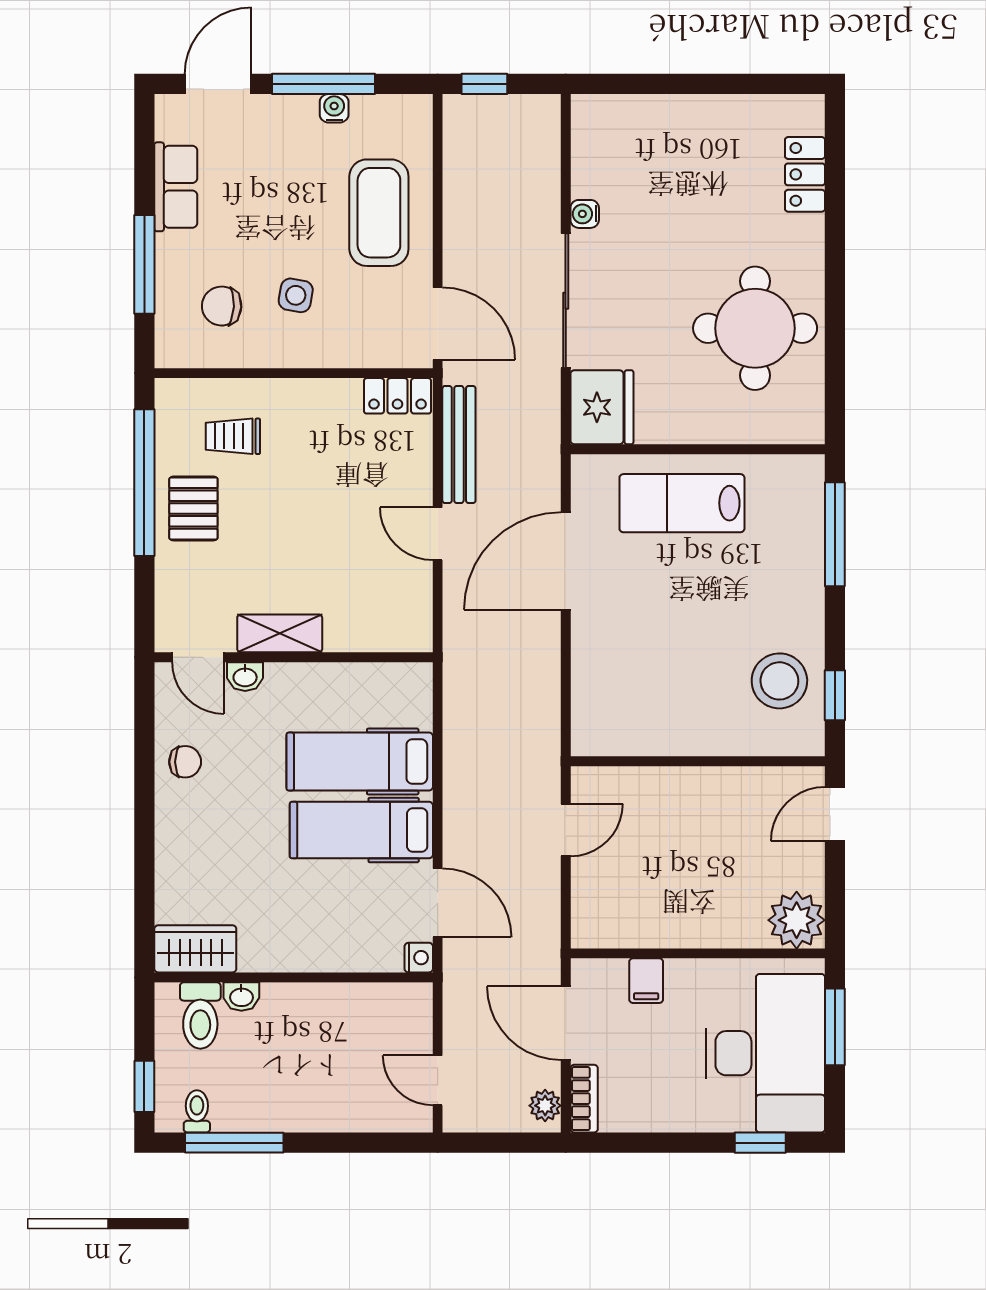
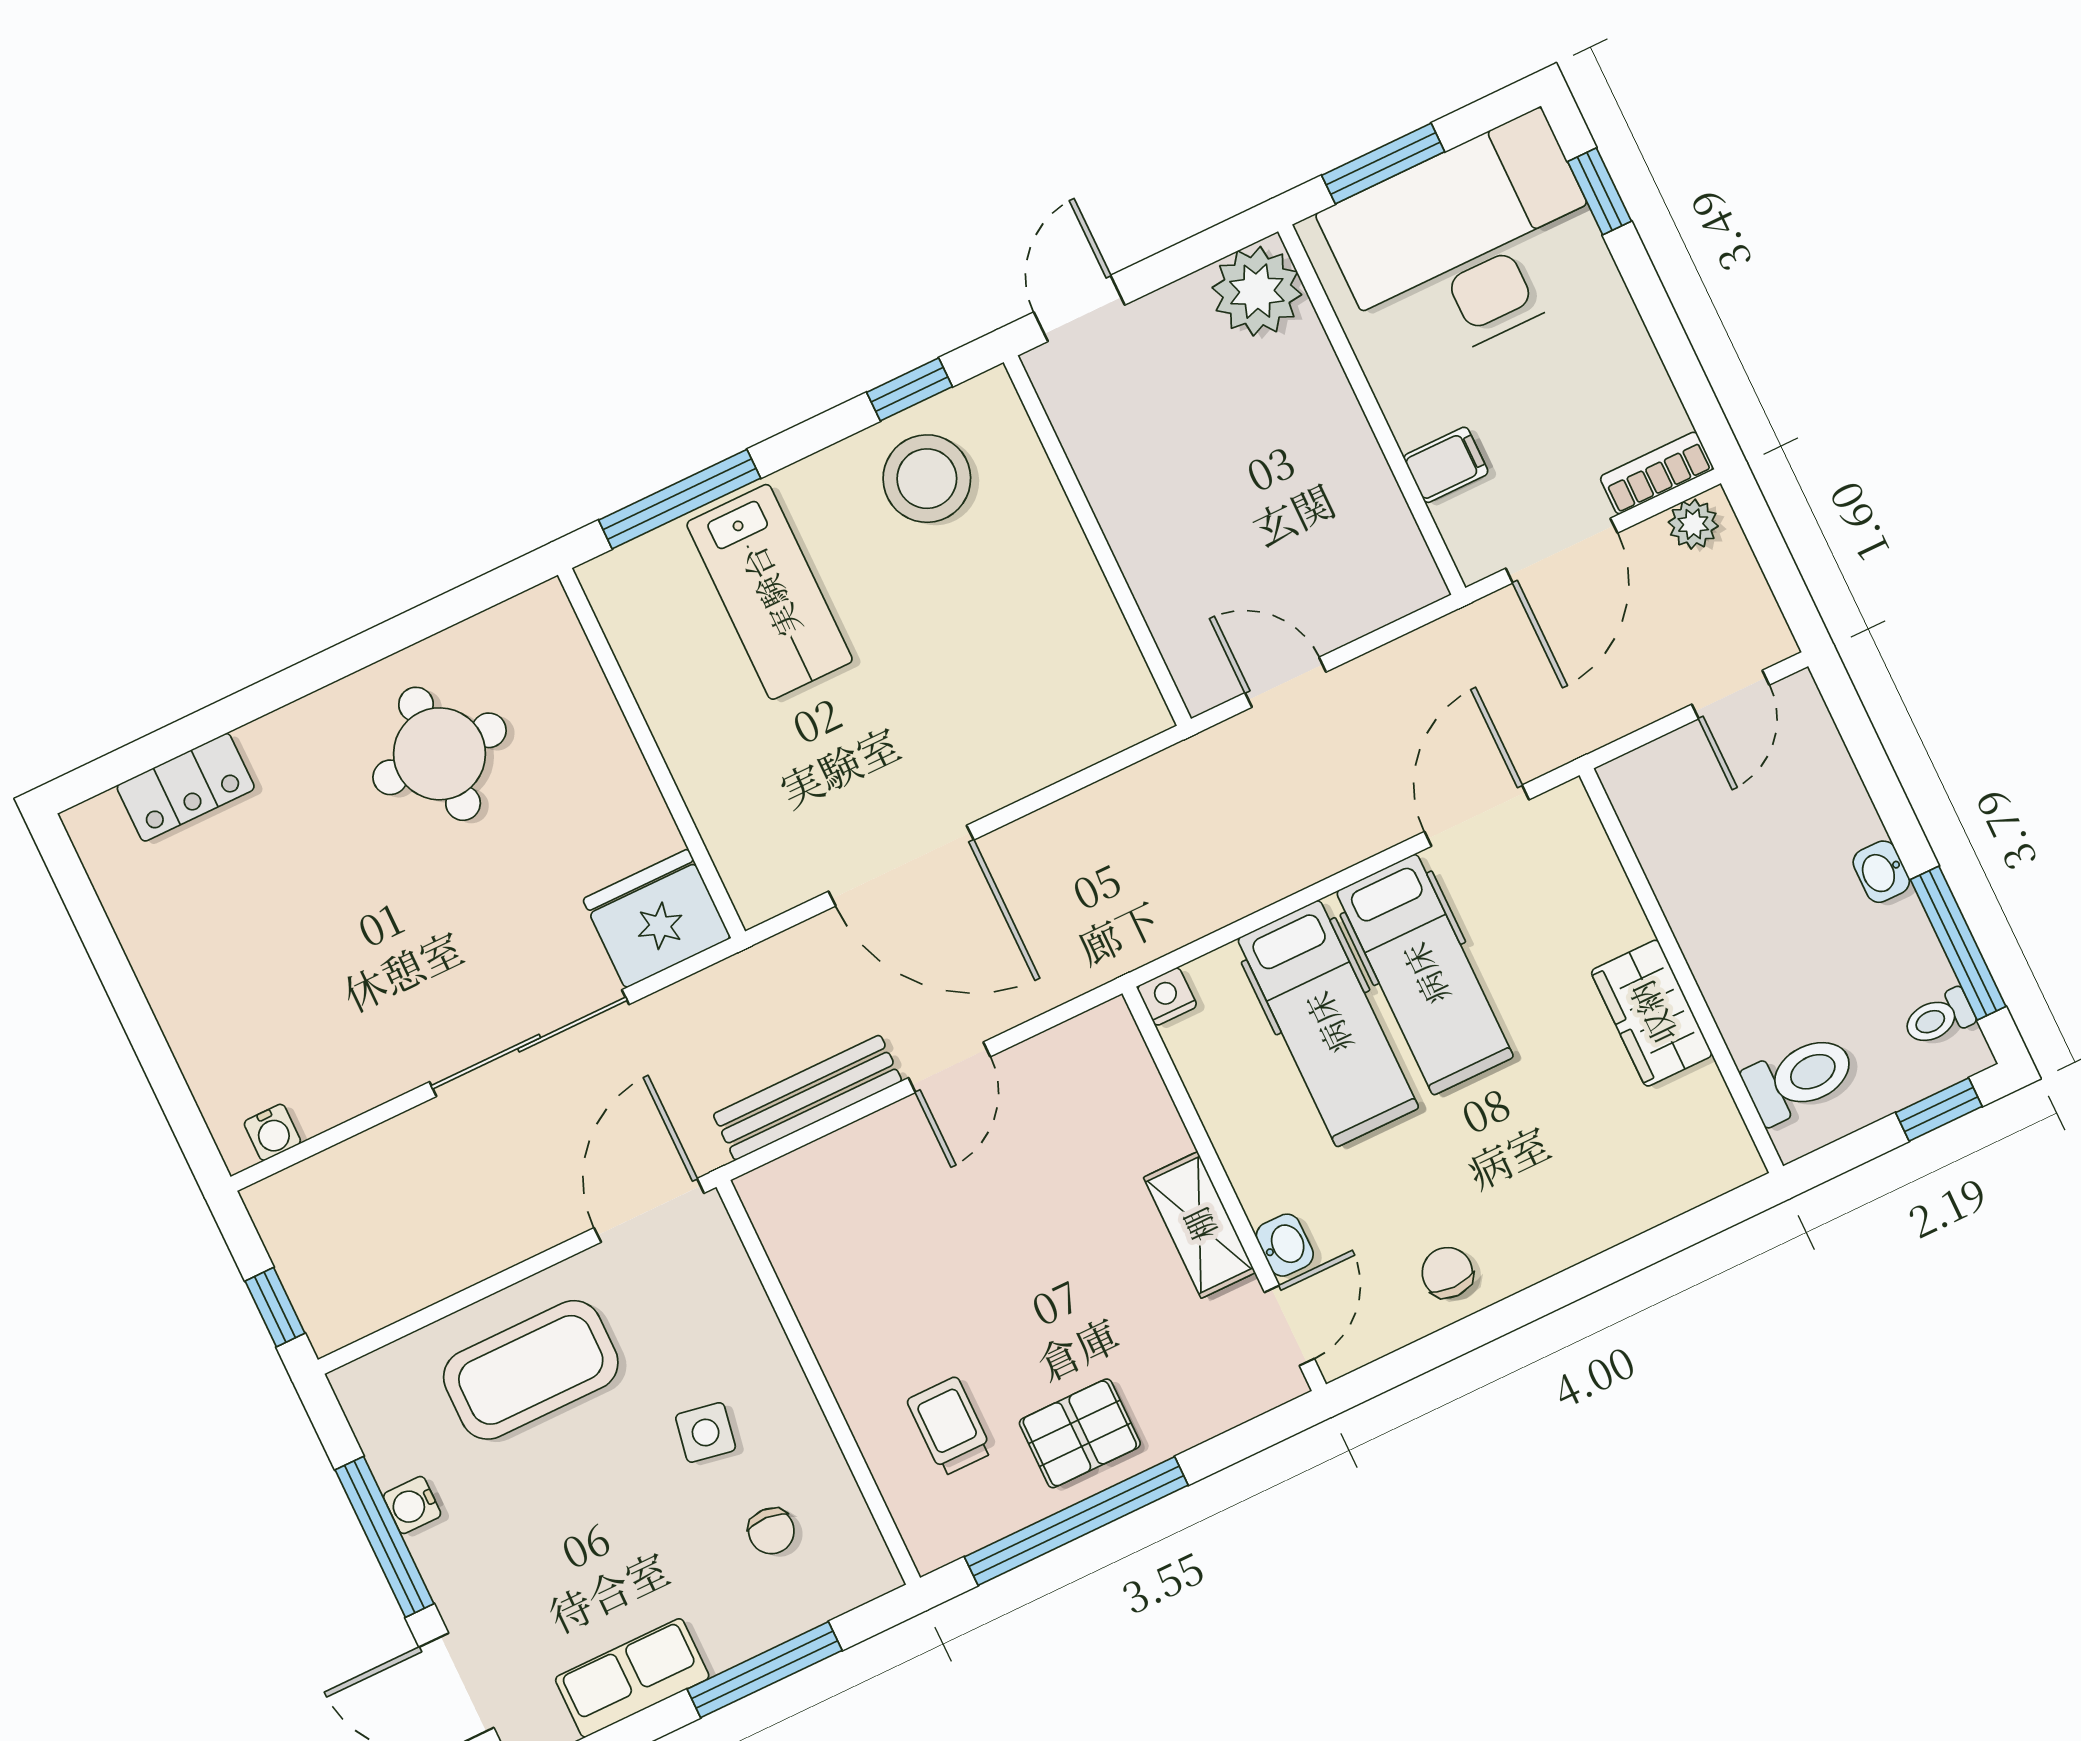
water cooler: (585, 214) -> (272, 1132), moved
chair: (222, 306) -> (771, 1531), width x0.73, depth x0.73
round table: (755, 328) -> (440, 754), width x0.73, depth x0.73
locker: (398, 396) -> (780, 1219), removed
trolley: (233, 436) -> (950, 1426), turned 180
lab bench: (682, 503) -> (770, 592), moved
door: (835, 814) -> (1079, 308), swing flipped
wardrobe: (195, 949) -> (1652, 1013), moved
nightstand: (419, 958) -> (1167, 997), moved
washbasin: (241, 996) -> (1881, 872), moved, turned 180

